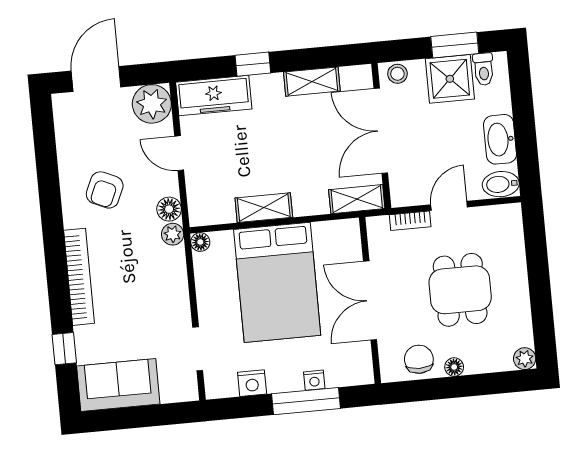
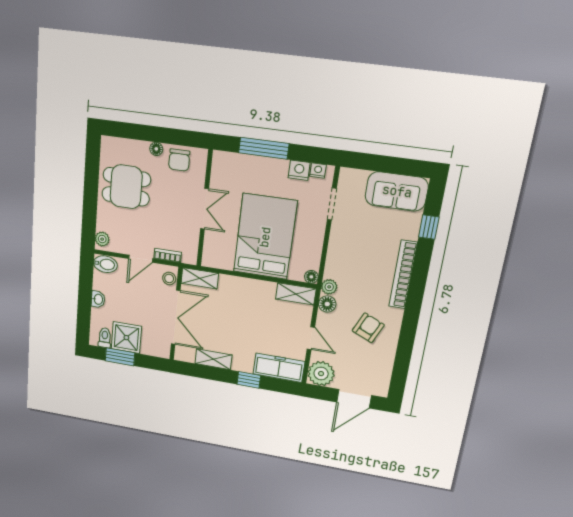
stool: (397, 74) -> (169, 278), moved
washbasin: (500, 139) -> (98, 299), width x0.52, depth x0.69
shelving: (264, 208) -> (296, 294), moved
dining table: (460, 290) -> (126, 187), moved, turned 90
double door: (370, 301) -> (205, 209), width x0.73
plant: (525, 359) -> (102, 239), moved
nightstand: (314, 380) -> (318, 171), moved

